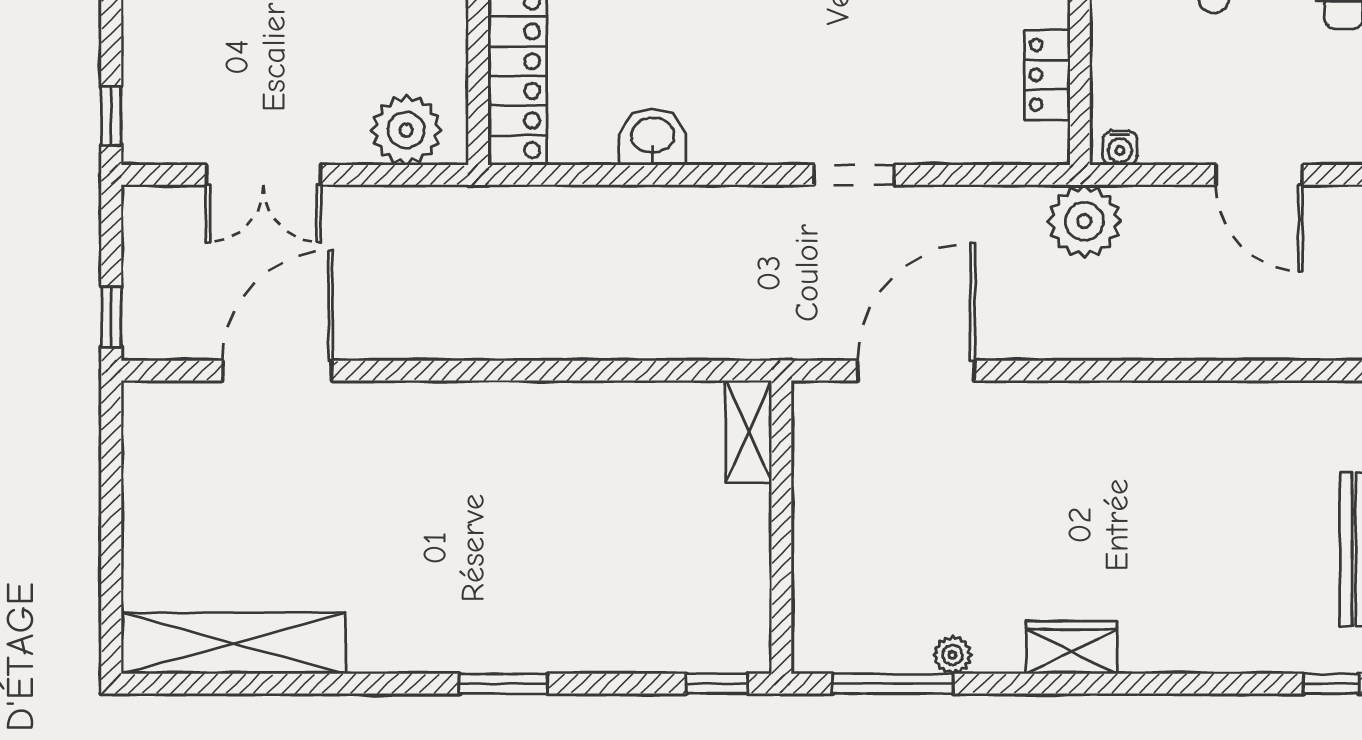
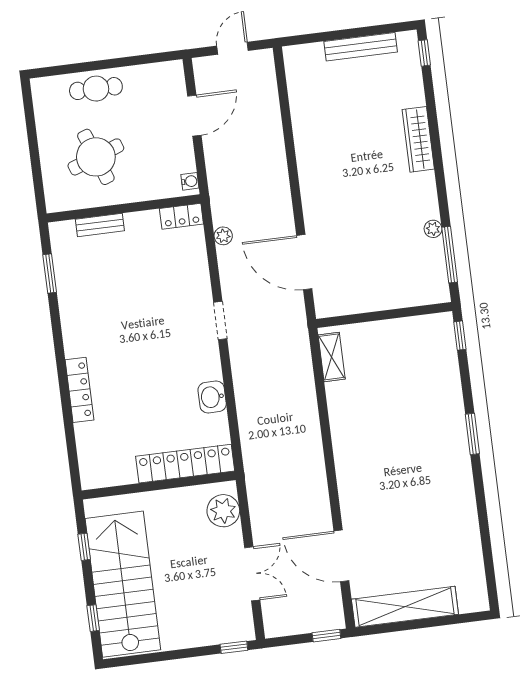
locker: (1047, 75) -> (181, 216), moved
doorway: (854, 175) -> (220, 321), moved
plant: (1084, 221) -> (223, 236), moved, width x0.53, depth x0.53
shelving: (749, 431) -> (332, 357), moved, turned 90
shelving: (233, 643) -> (405, 607), moved, turned 90
wardrobe: (1071, 647) -> (418, 139), moved, width x1.50

